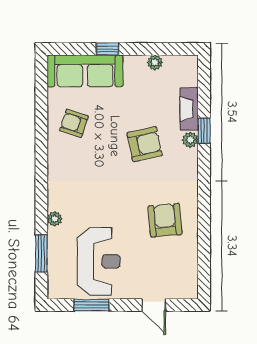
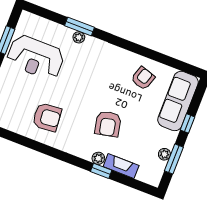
window: (156, 49) -> (174, 159), added
window: (41, 254) -> (80, 27), moved

